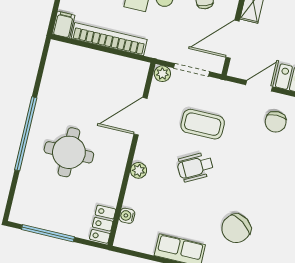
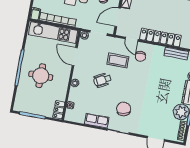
kitchen unit: (98, 64) -> (53, 32), added
door: (259, 86) -> (132, 39), swing flipped
door: (141, 116) -> (75, 57), hinge flipped
coffee table: (203, 124) -> (118, 61), moved
chair: (236, 228) -> (124, 109), turned 133

